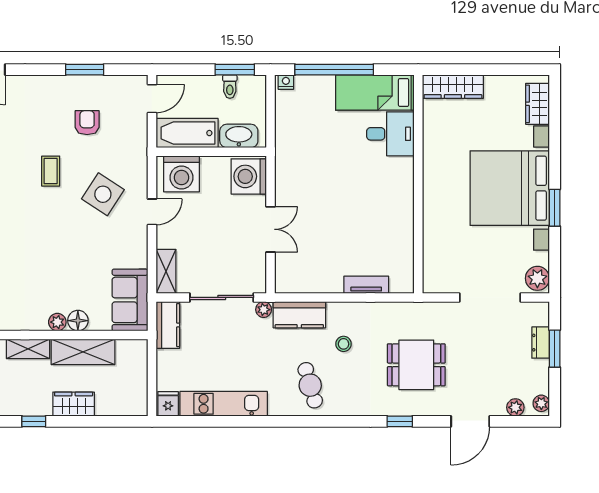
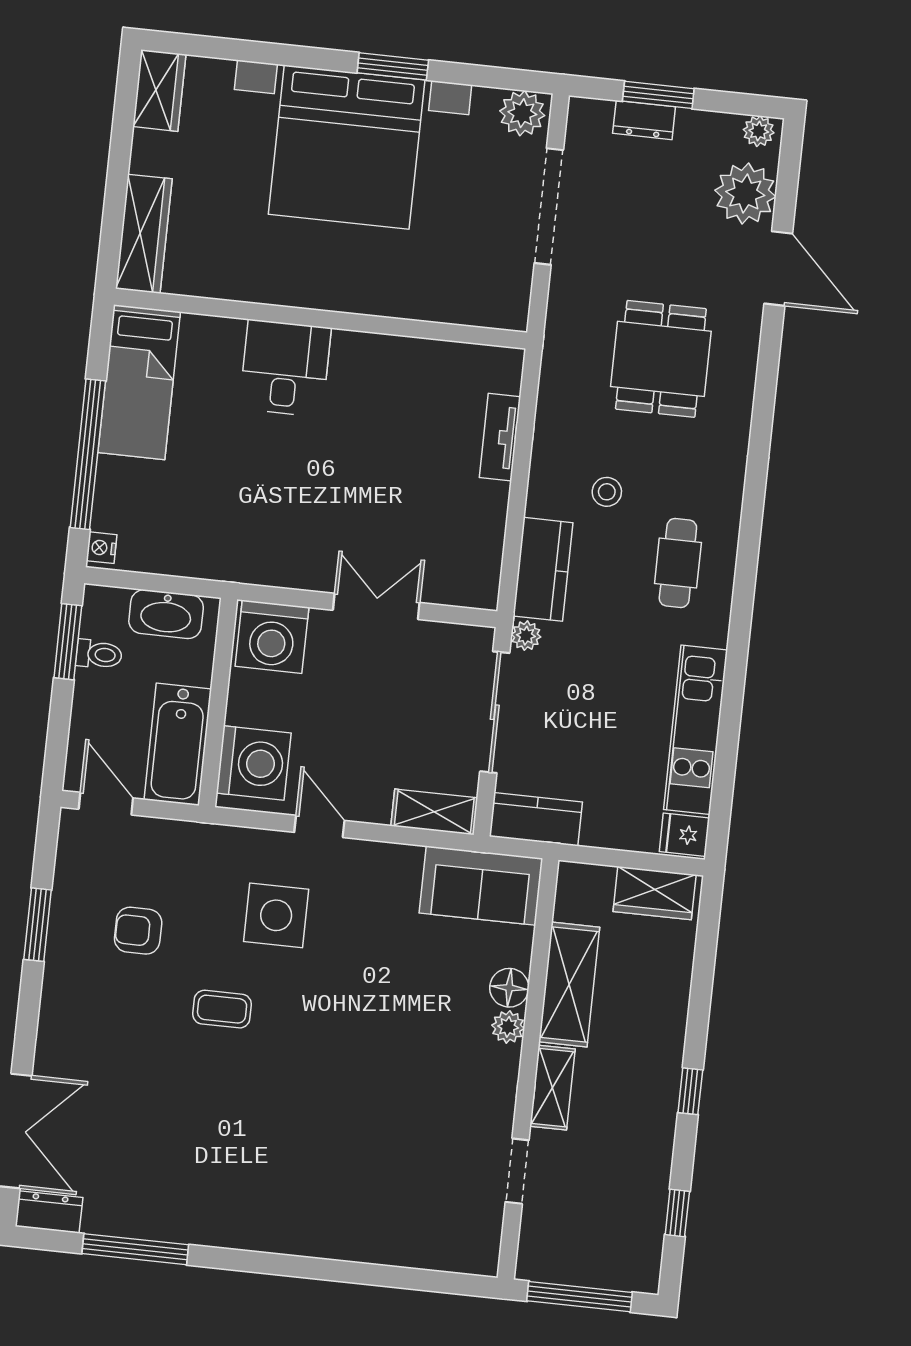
wardrobe: (538, 104) -> (159, 90), moved, turned -90
desk: (390, 134) -> (285, 368), moved
washbasin: (239, 136) -> (166, 614), moved, turned -90
side table: (103, 194) -> (276, 915), turned -33
cafe table: (310, 385) -> (678, 563), turned -74
wardrobe: (74, 404) -> (655, 893), moved, turned -90
plant: (515, 407) -> (745, 193), width x1.87, depth x1.87
window: (400, 421) -> (764, 402), removed

